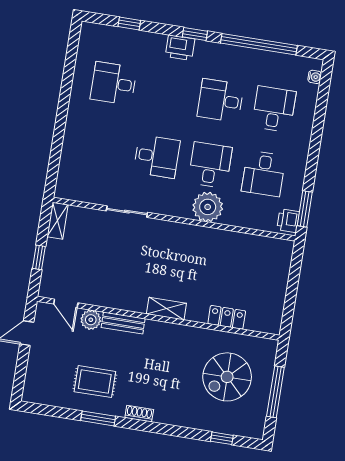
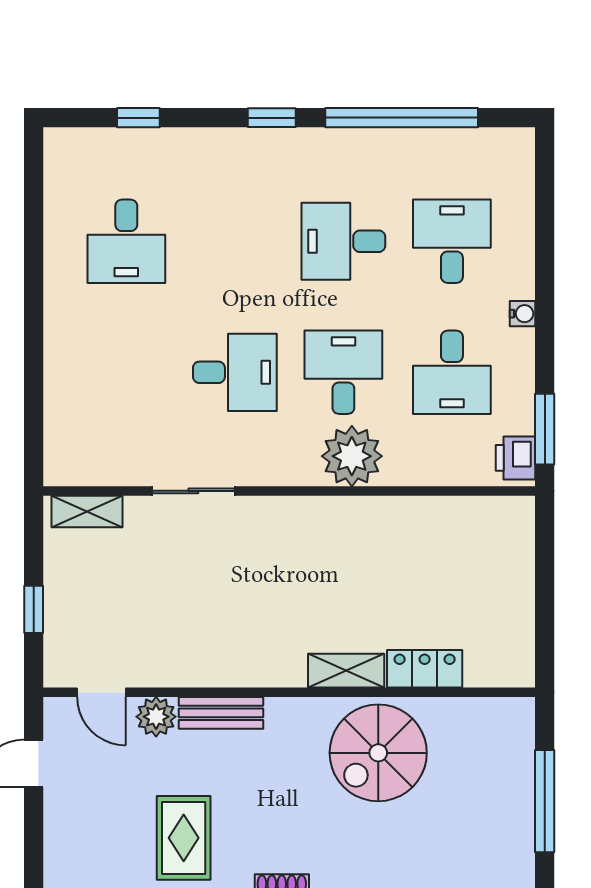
printer: (180, 48) -> (246, 149), removed
water cooler: (315, 77) -> (522, 314), moved
desk: (114, 83) -> (126, 241), turned -90
shelving: (58, 221) -> (87, 511), moved, turned 90
shelving: (166, 309) -> (346, 671), moved
spiral stairs: (227, 377) -> (378, 753), moved
rug: (95, 382) -> (184, 838), turned 90

